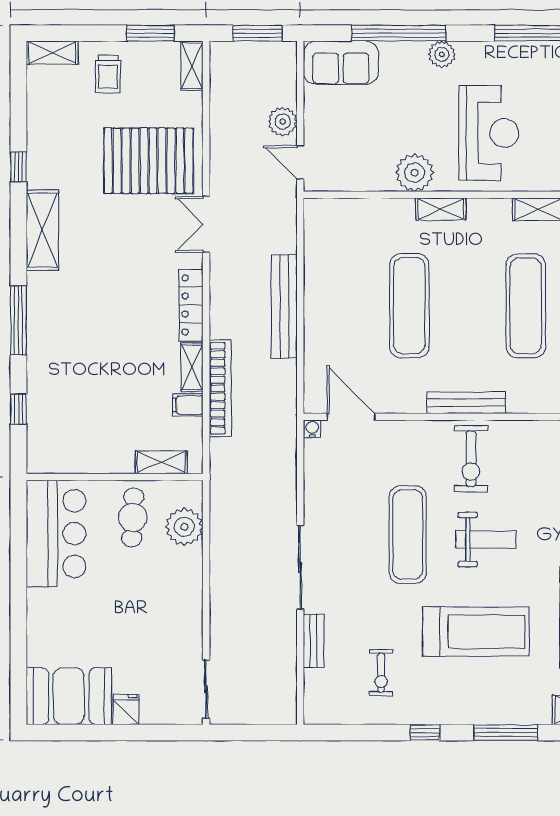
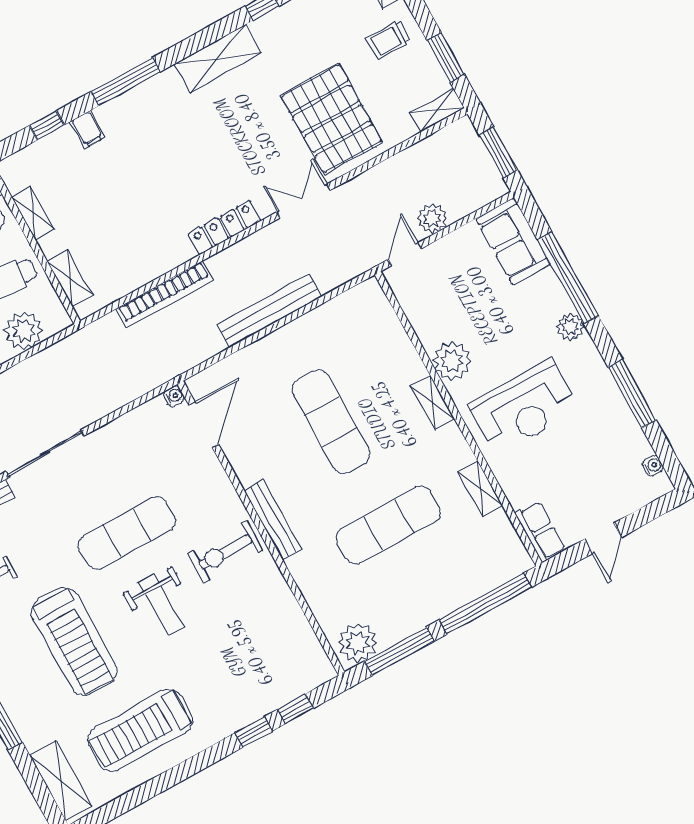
exercise mat: (409, 306) -> (331, 422), turned 90
shelving: (192, 367) -> (33, 213), moved, turned 90
filing cabinet: (188, 405) -> (87, 130), moved, turned 180

